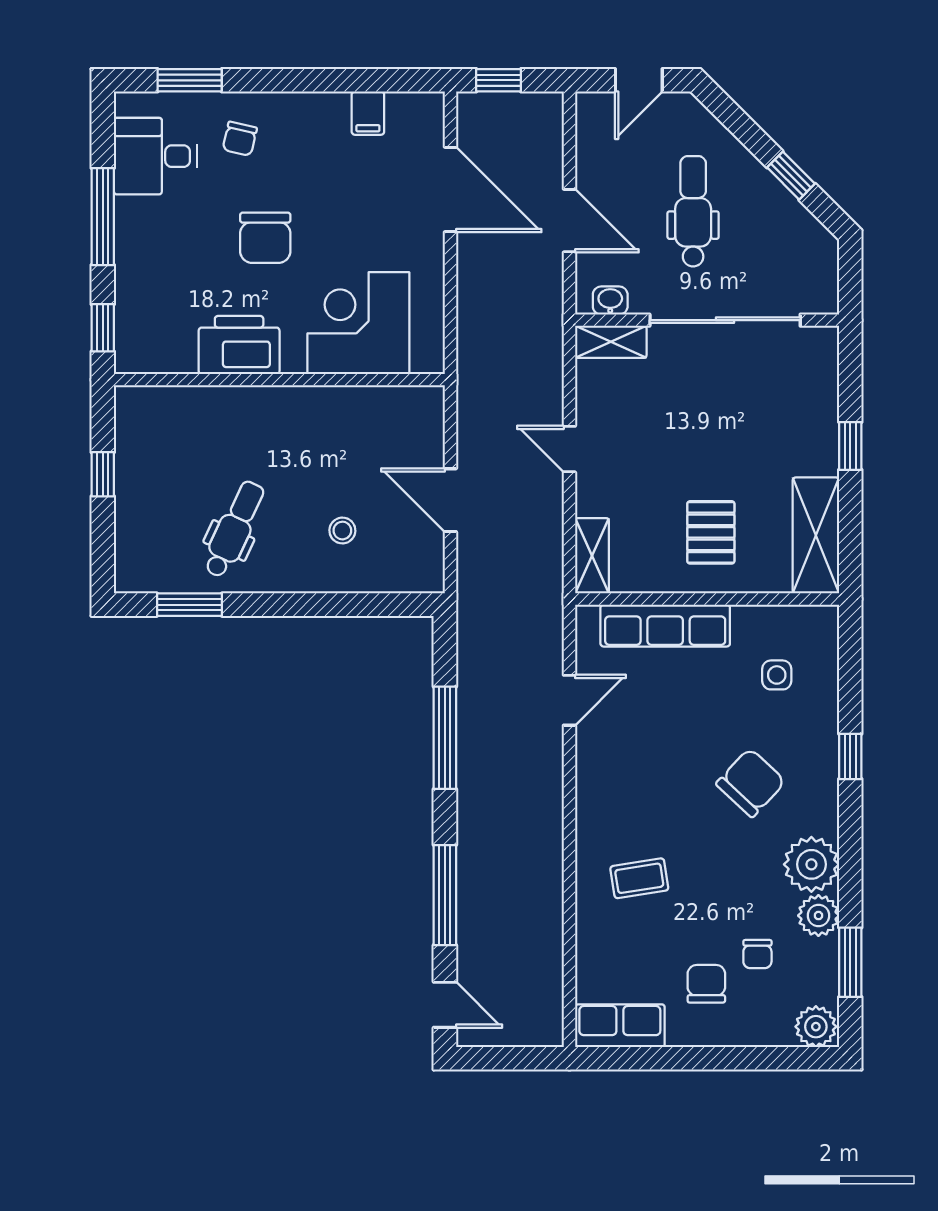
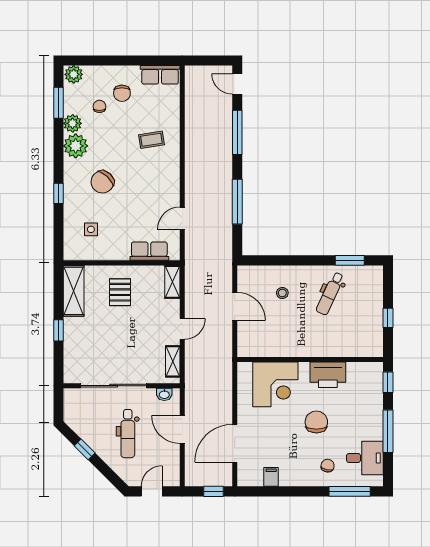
window: (190, 80) -> (350, 491), width x1.44
door: (450, 190) -> (235, 443), hinge flipped
shelving: (611, 342) -> (173, 361), moved, turned 90
door: (569, 449) -> (182, 329), hinge flipped
row of seats: (665, 626) -> (149, 251), width x0.68

